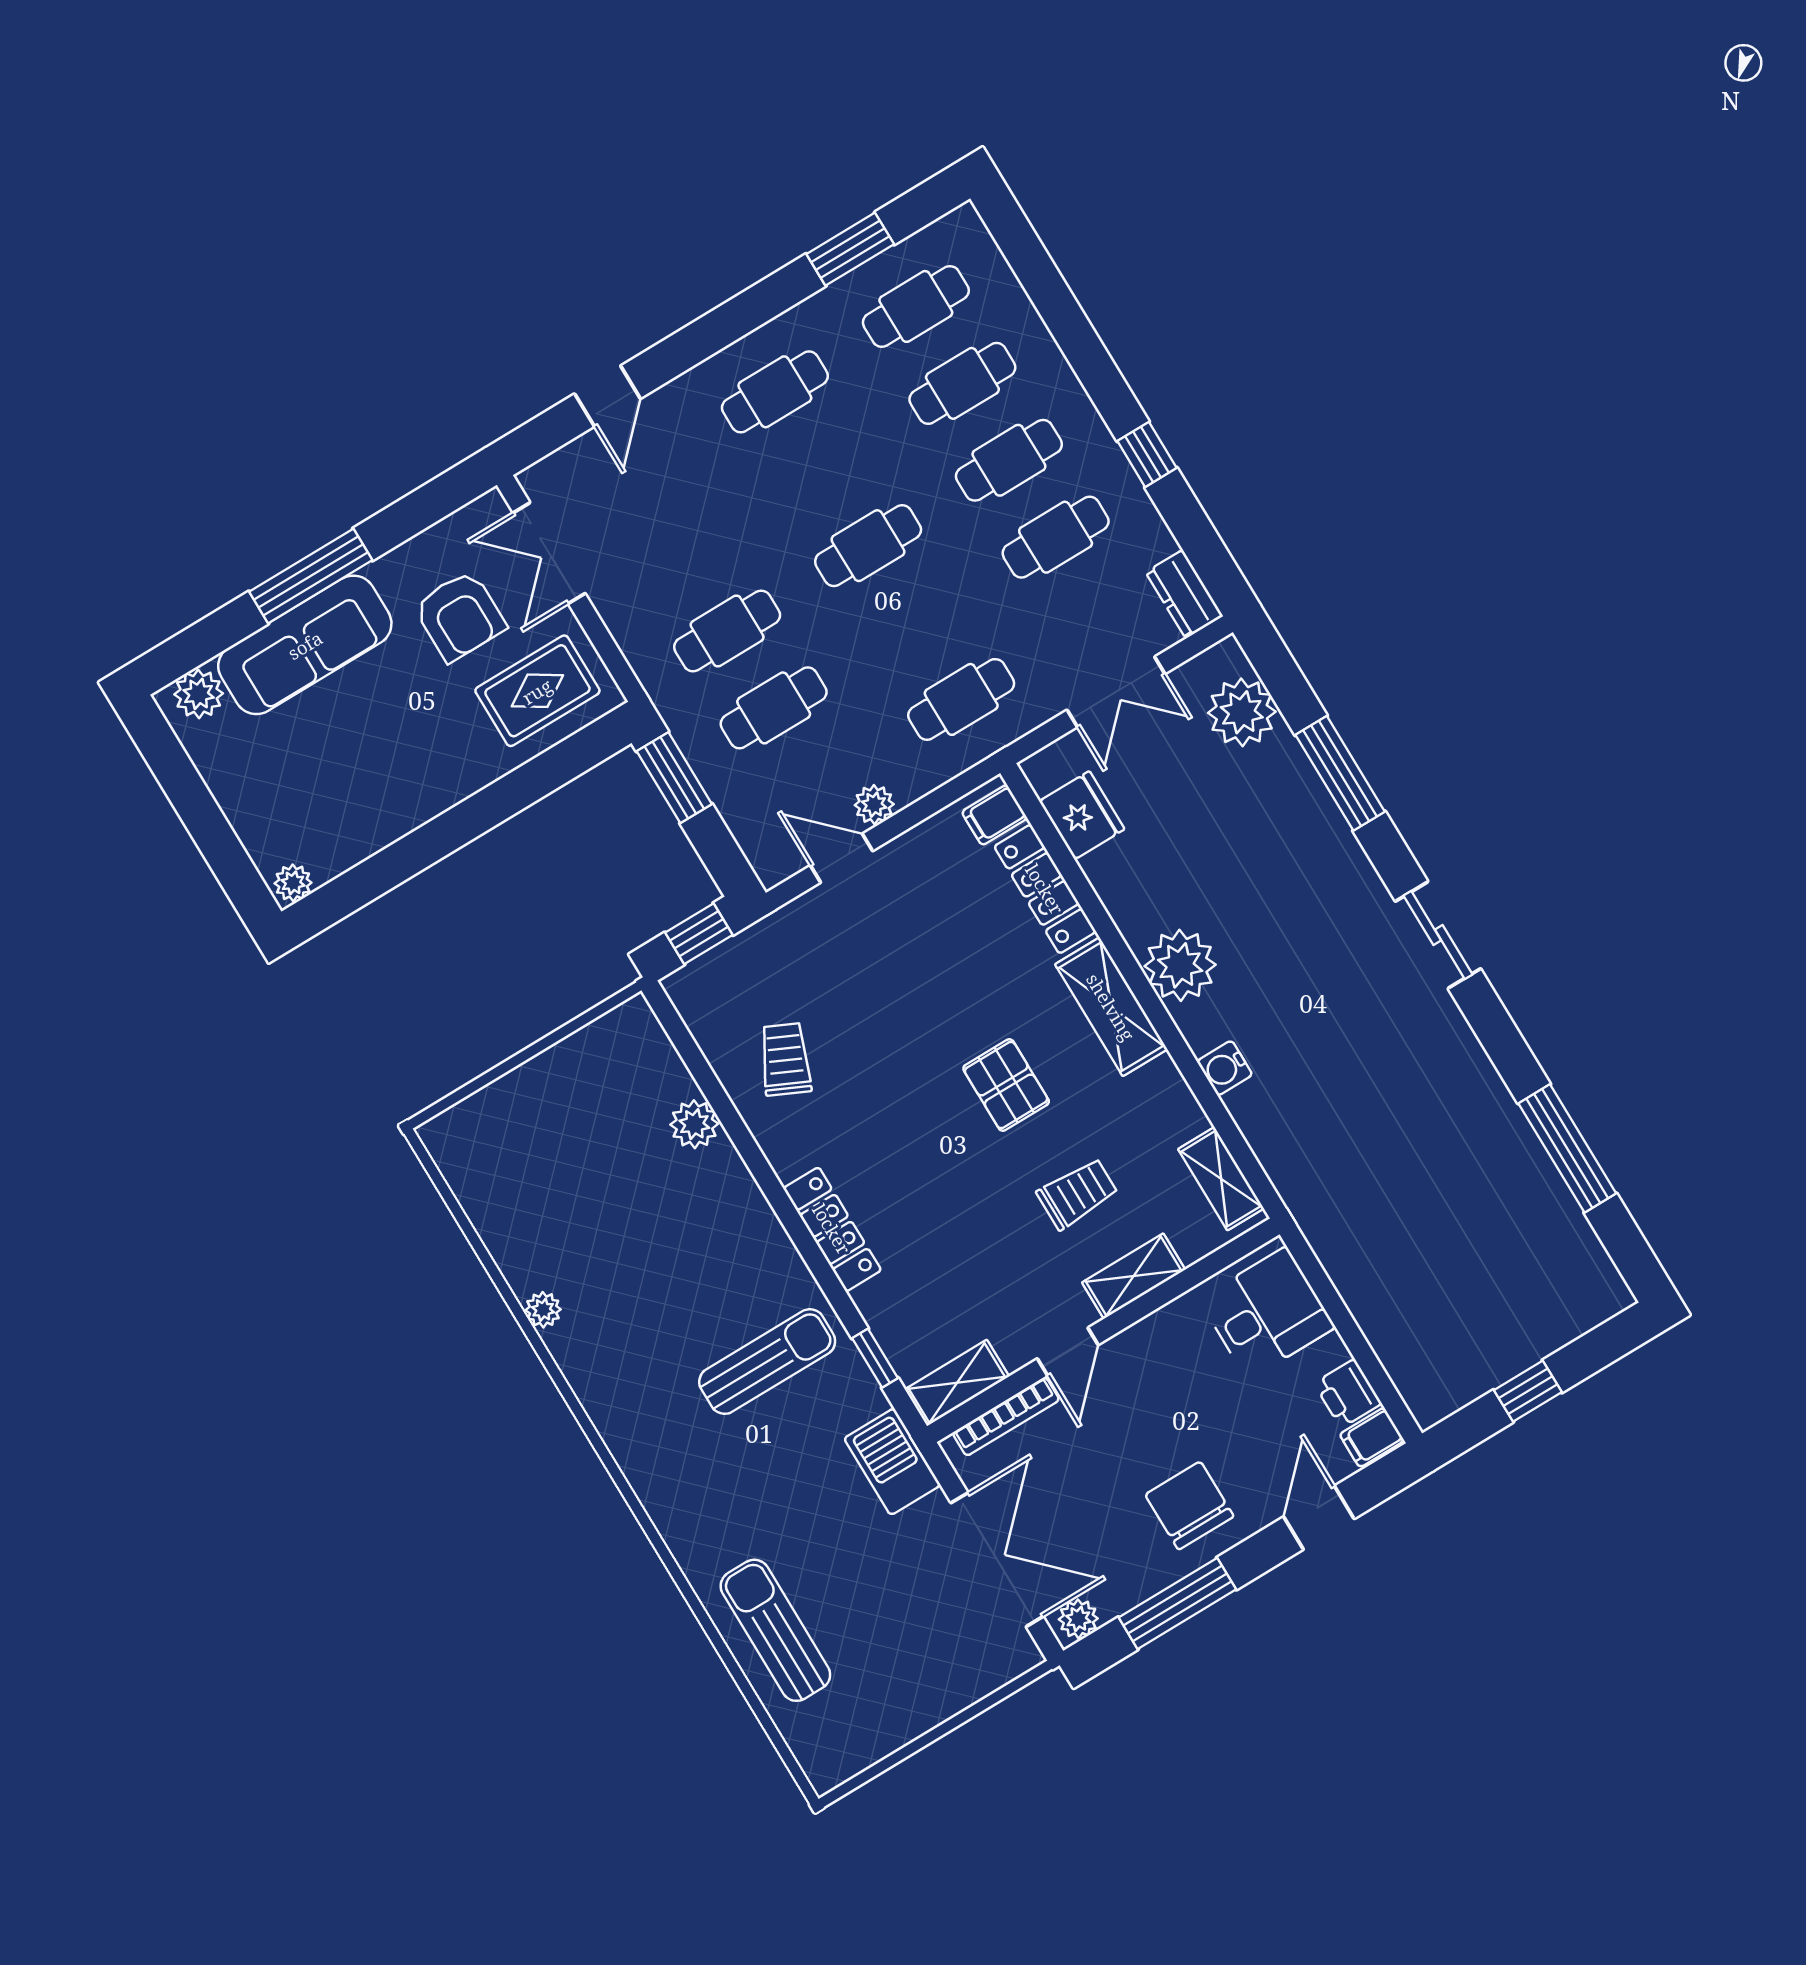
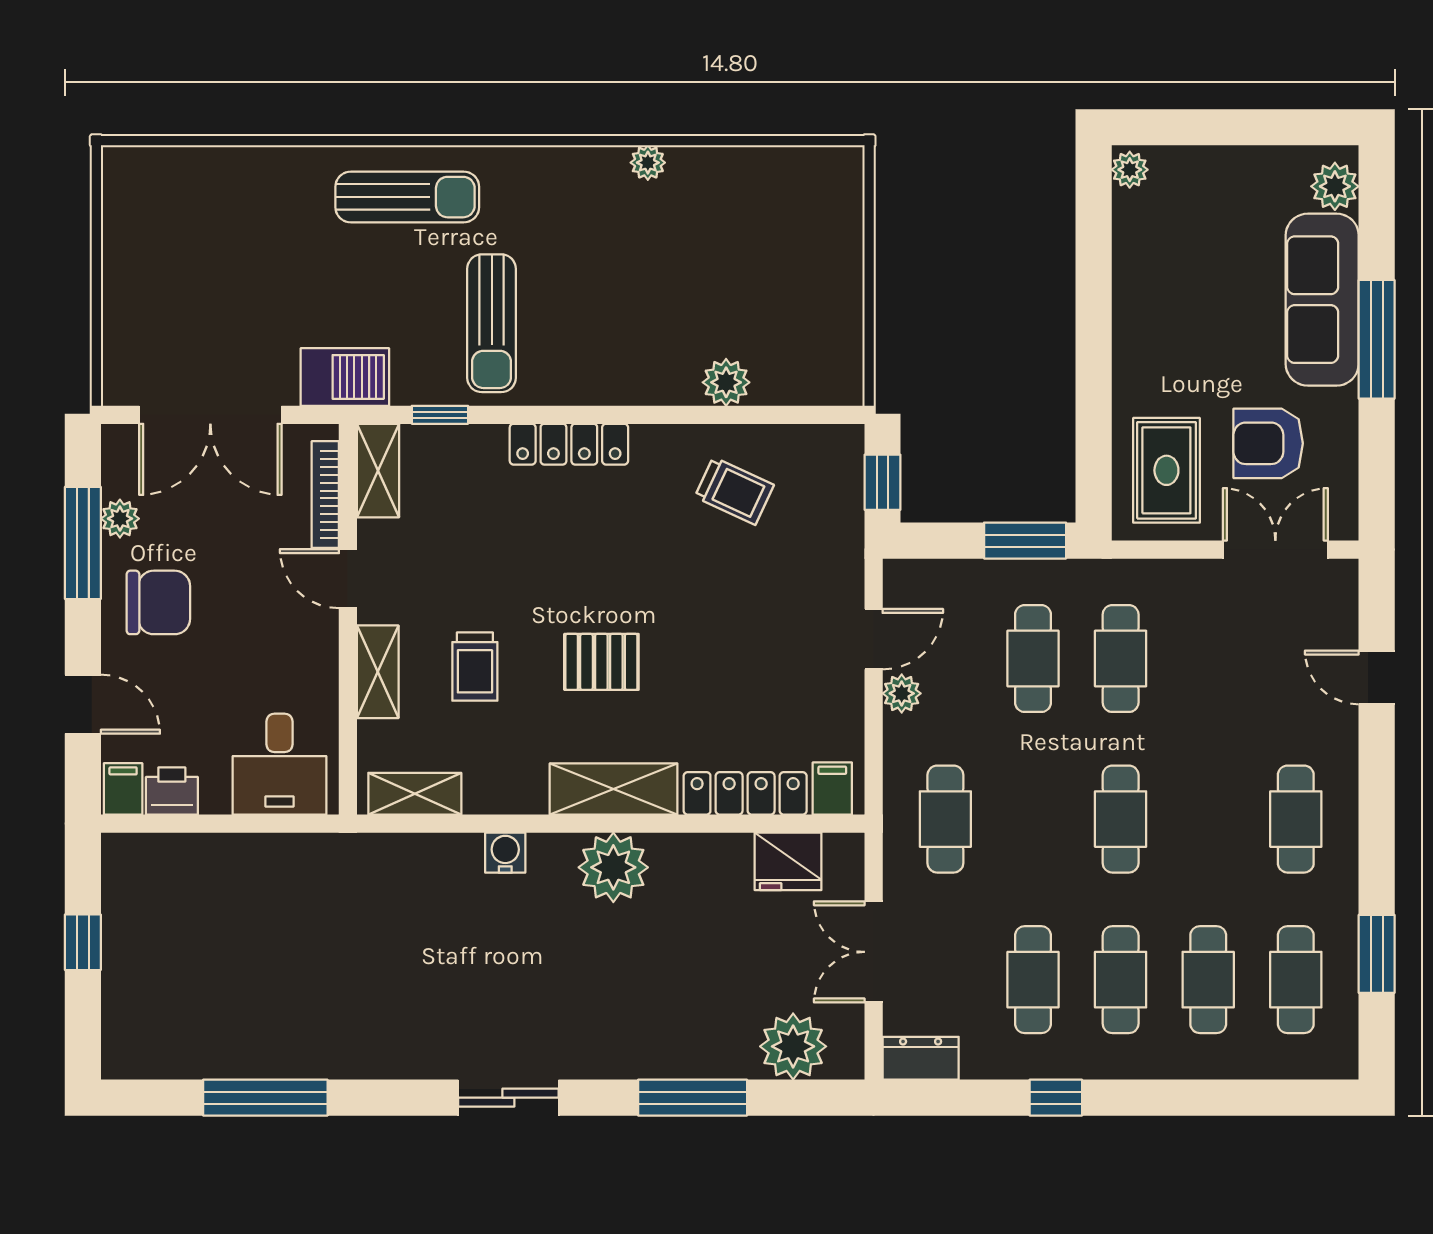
plant: (1078, 1619) -> (120, 519), moved
sun lounger: (775, 1630) -> (407, 197), moved

